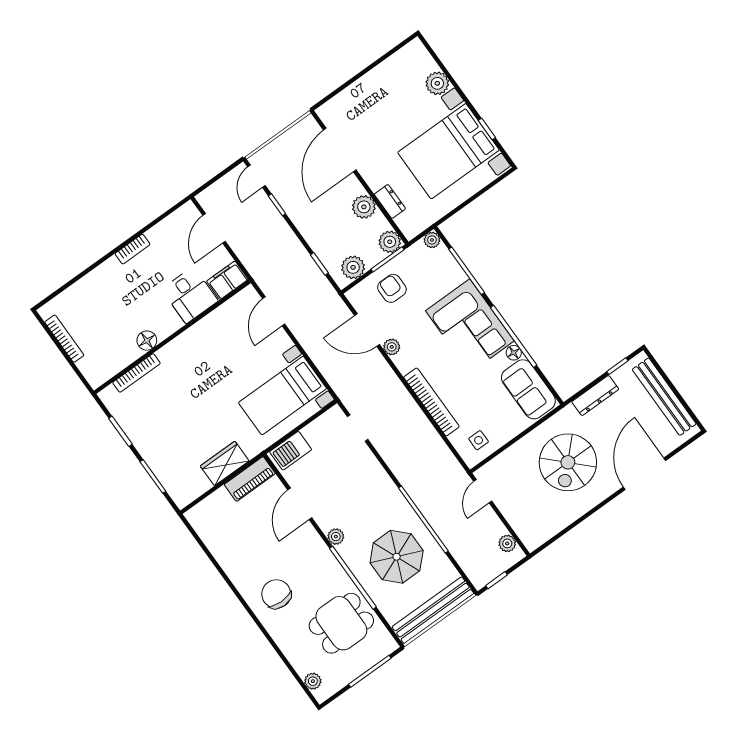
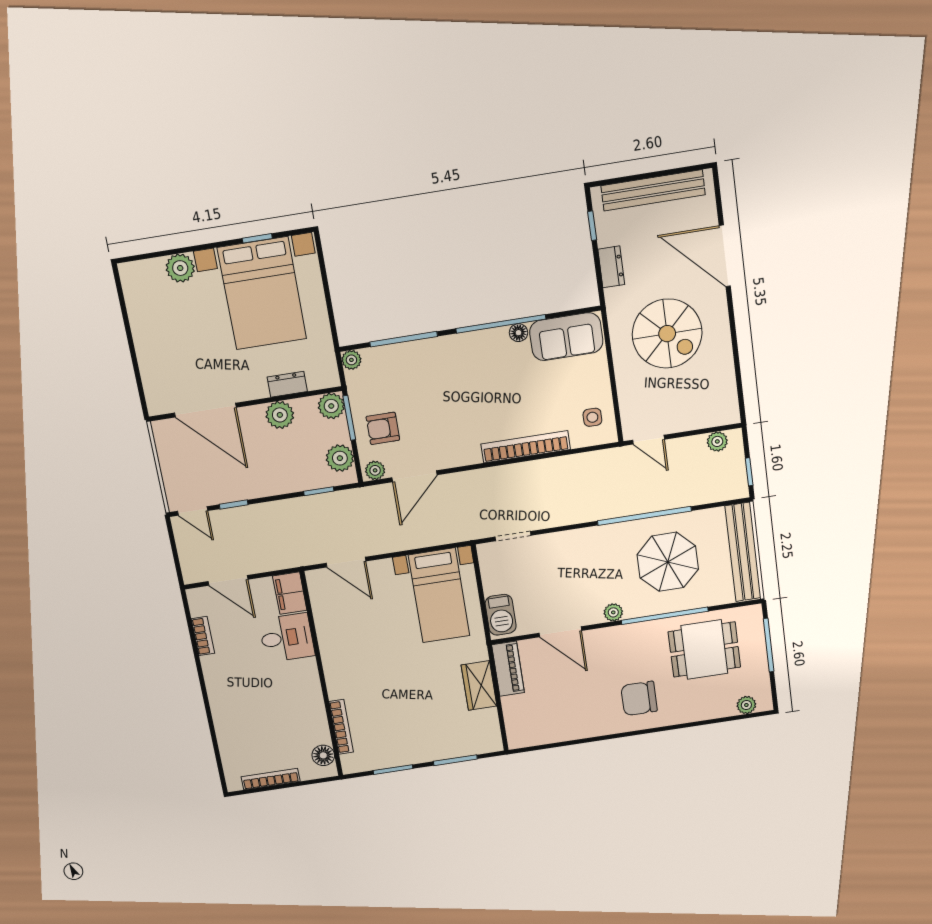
bookcase: (133, 249) -> (203, 636), moved
corner sofa: (470, 326) -> (465, 365), removed
floor lamp: (147, 341) -> (323, 755), moved
plant: (392, 347) -> (375, 470), moved
dresser: (595, 396) -> (611, 267), width x0.70
dining table: (341, 623) -> (704, 649), turned 90

